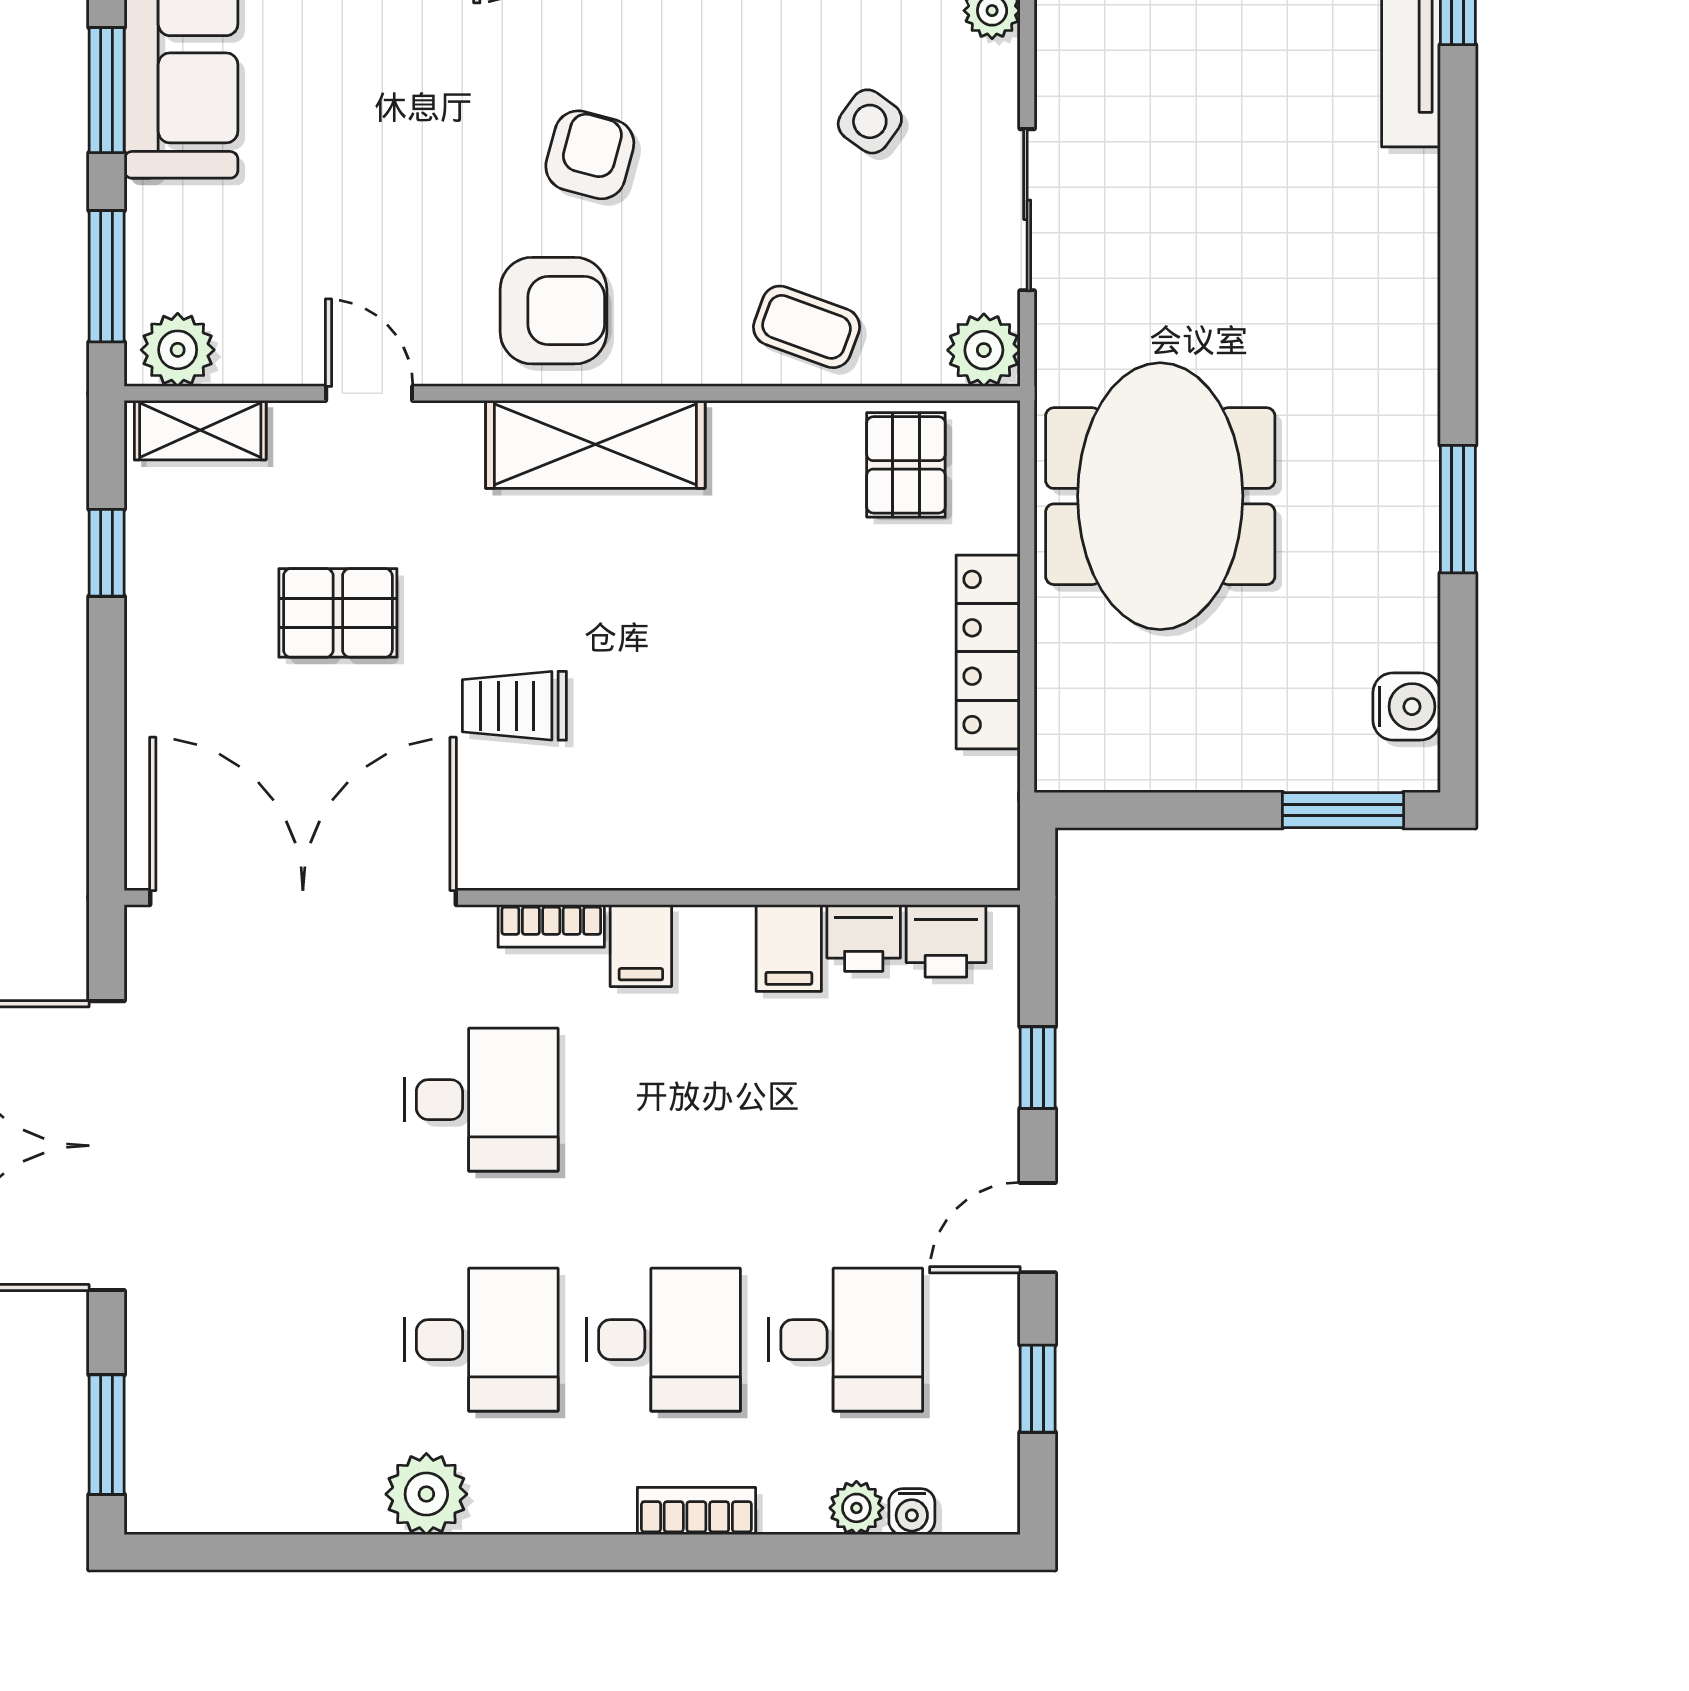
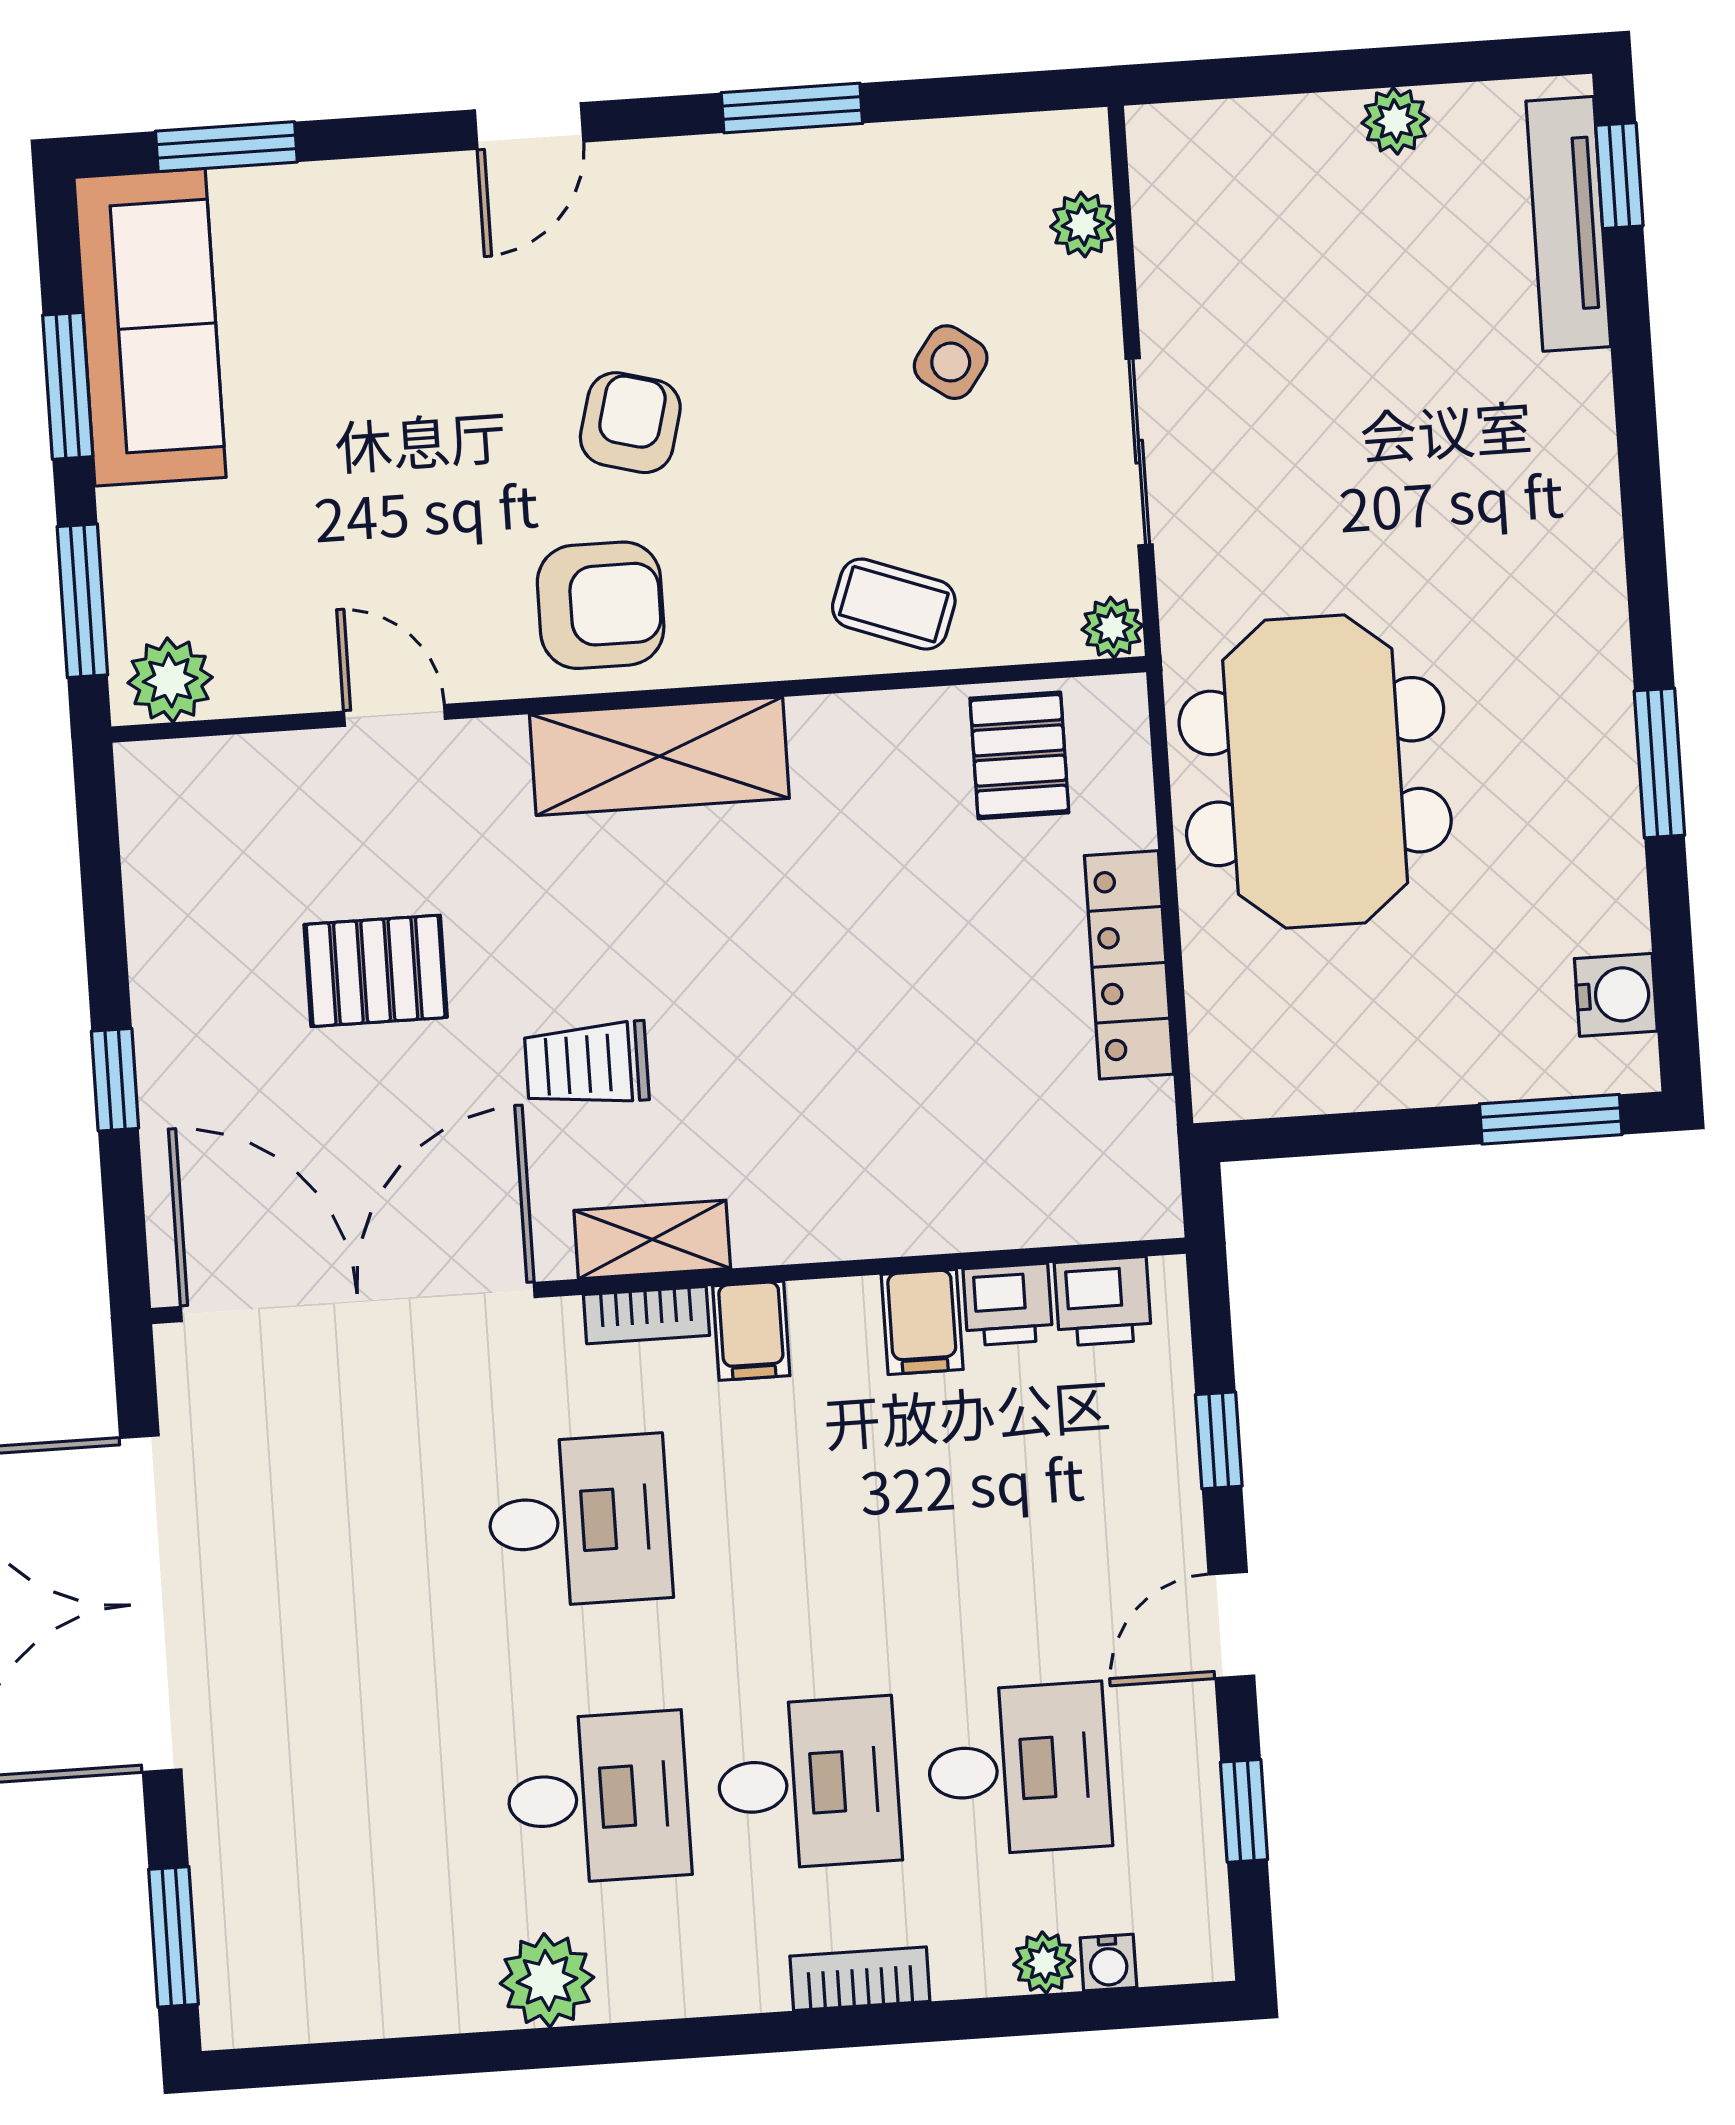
plant: (984, 350) -> (1112, 628), width x0.73, depth x0.73
shelving: (200, 430) -> (652, 1239), moved
window: (107, 553) -> (115, 1080), moved

